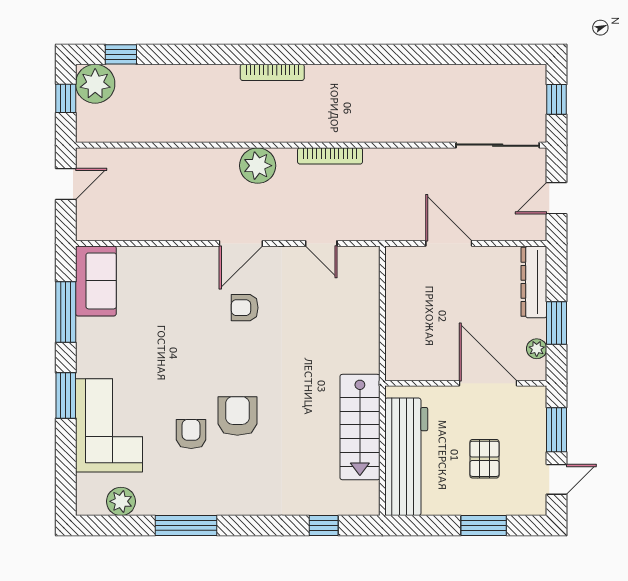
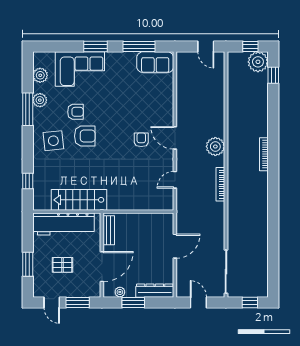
bench: (418, 370) -> (109, 230), added
side table: (246, 476) -> (53, 141), added
plant: (169, 502) -> (40, 100), added

